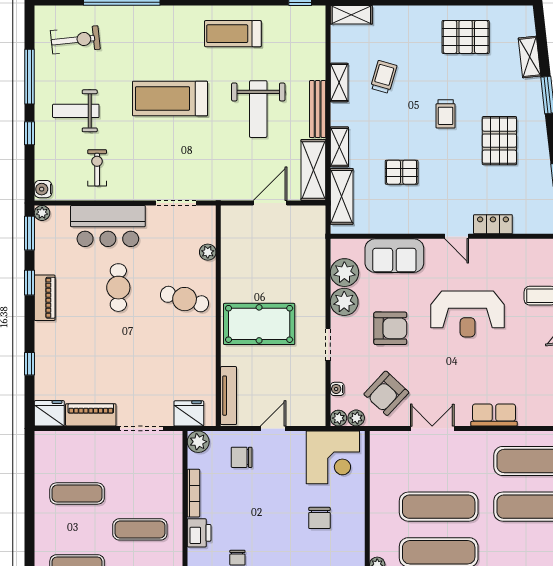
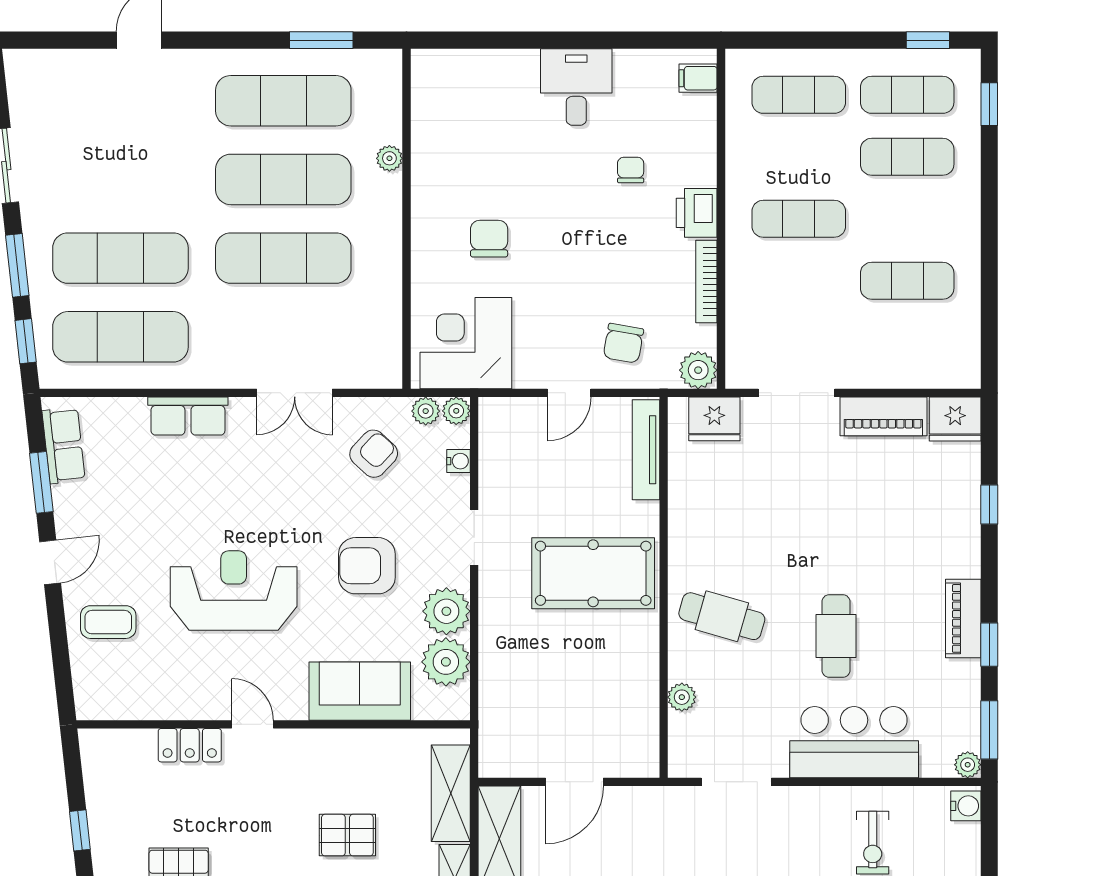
armchair: (386, 393) -> (374, 454), width x0.72, depth x0.72
chair: (242, 457) -> (623, 343), turned 100

